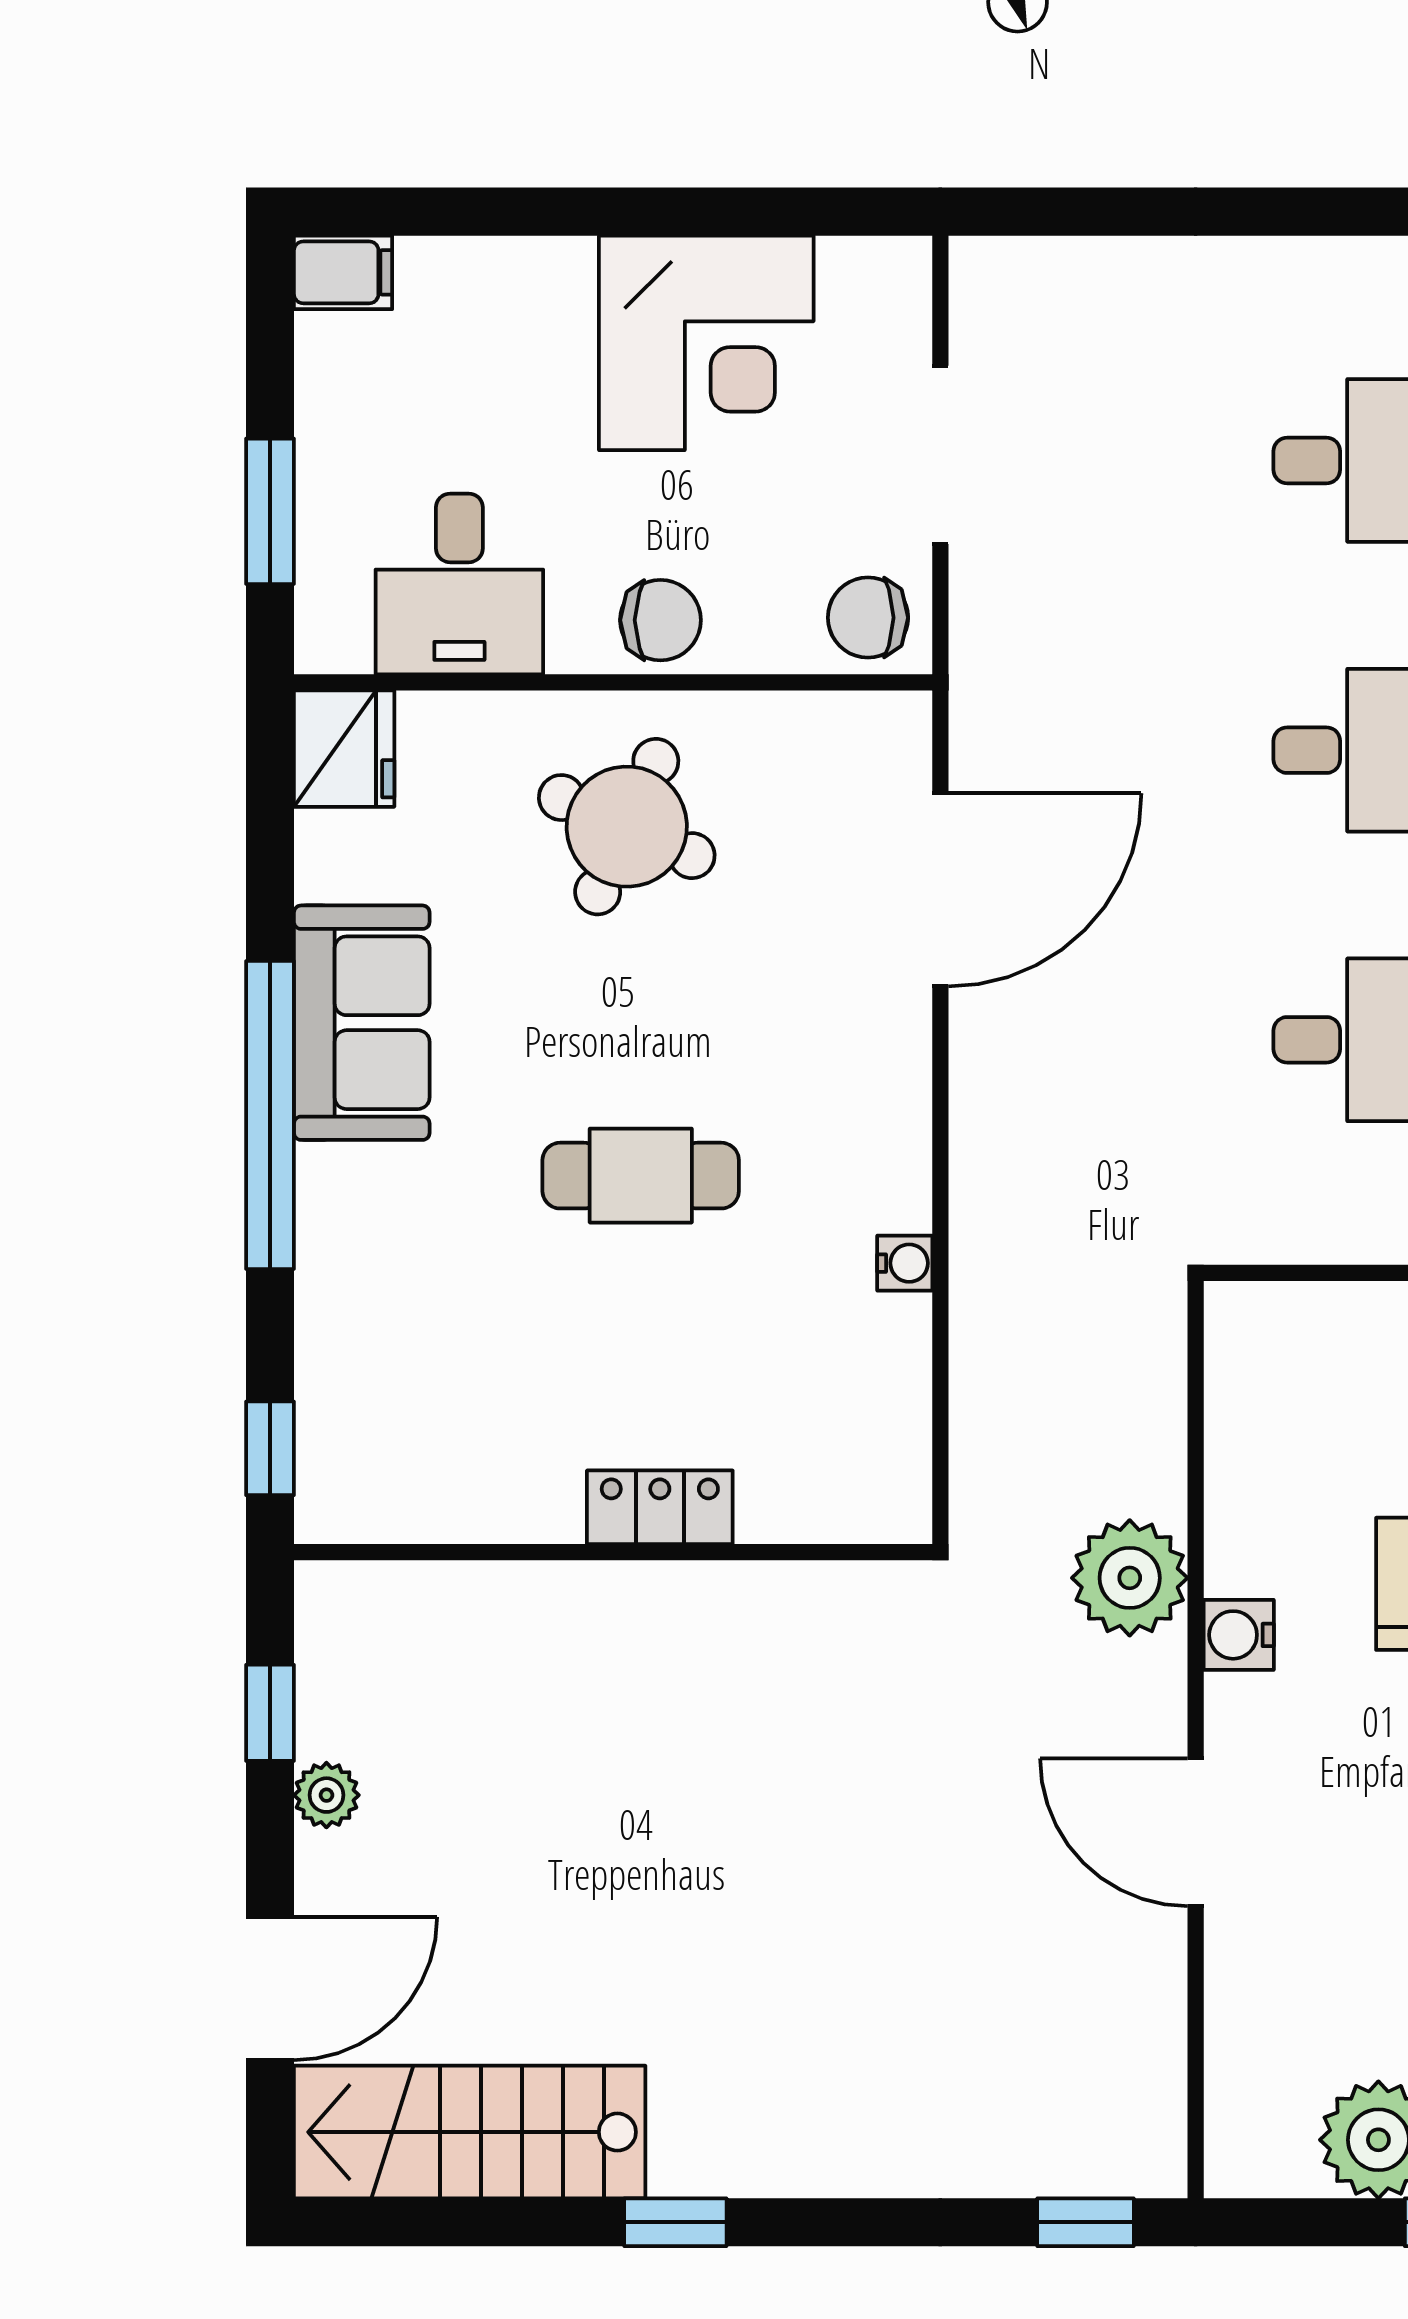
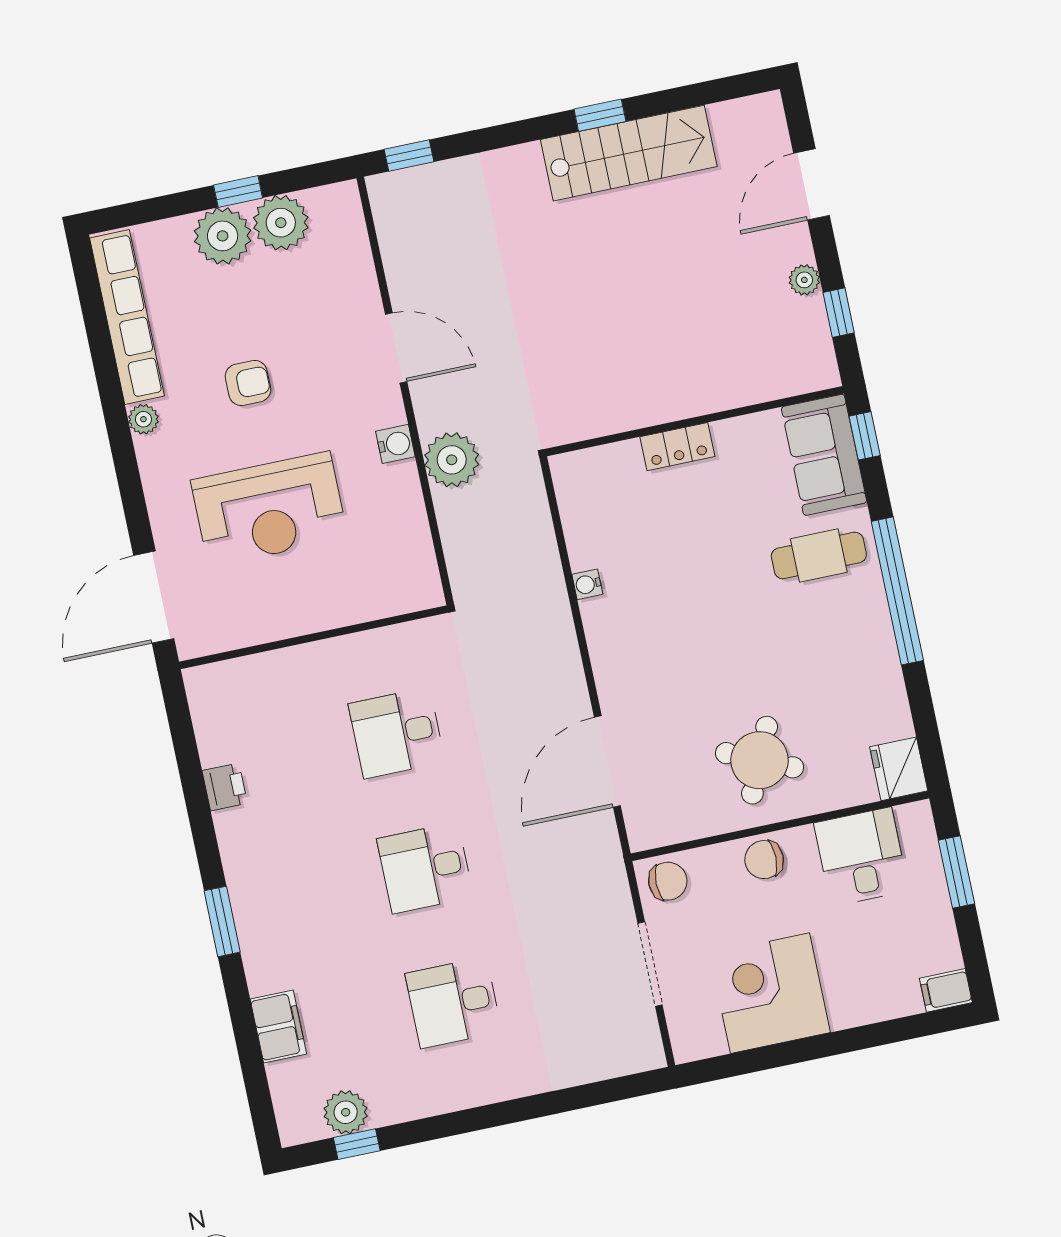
sofa: (362, 1023) -> (824, 455), moved
cafe table: (641, 1176) -> (819, 555), moved
stairs: (470, 2132) -> (629, 153), moved

